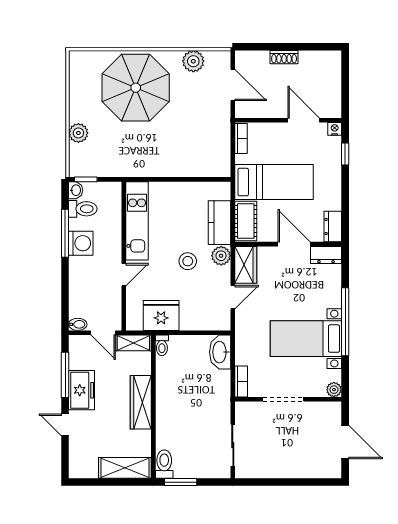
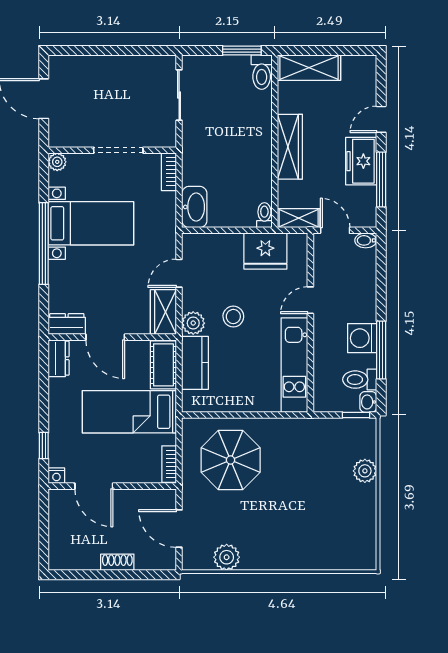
parasol: (136, 88) -> (231, 460), moved, width x0.73, depth x0.73
door: (65, 425) -> (381, 119), swing flipped

